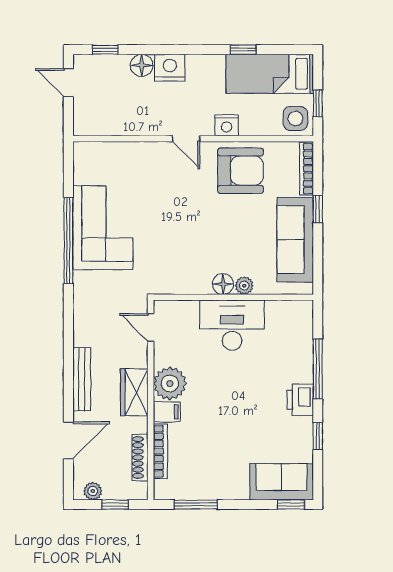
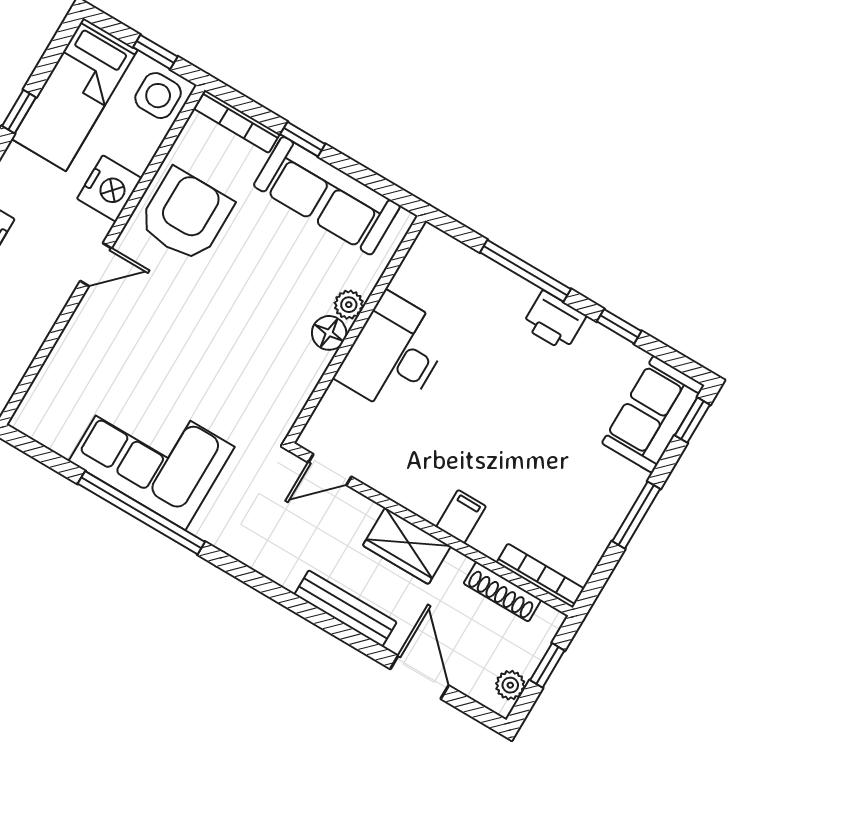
nightstand: (227, 125) -> (109, 188), width x1.36, depth x1.33
plant: (170, 384) -> (424, 489), removed
bookcase: (160, 451) -> (540, 576), moved
window: (196, 505) -> (636, 515), moved

